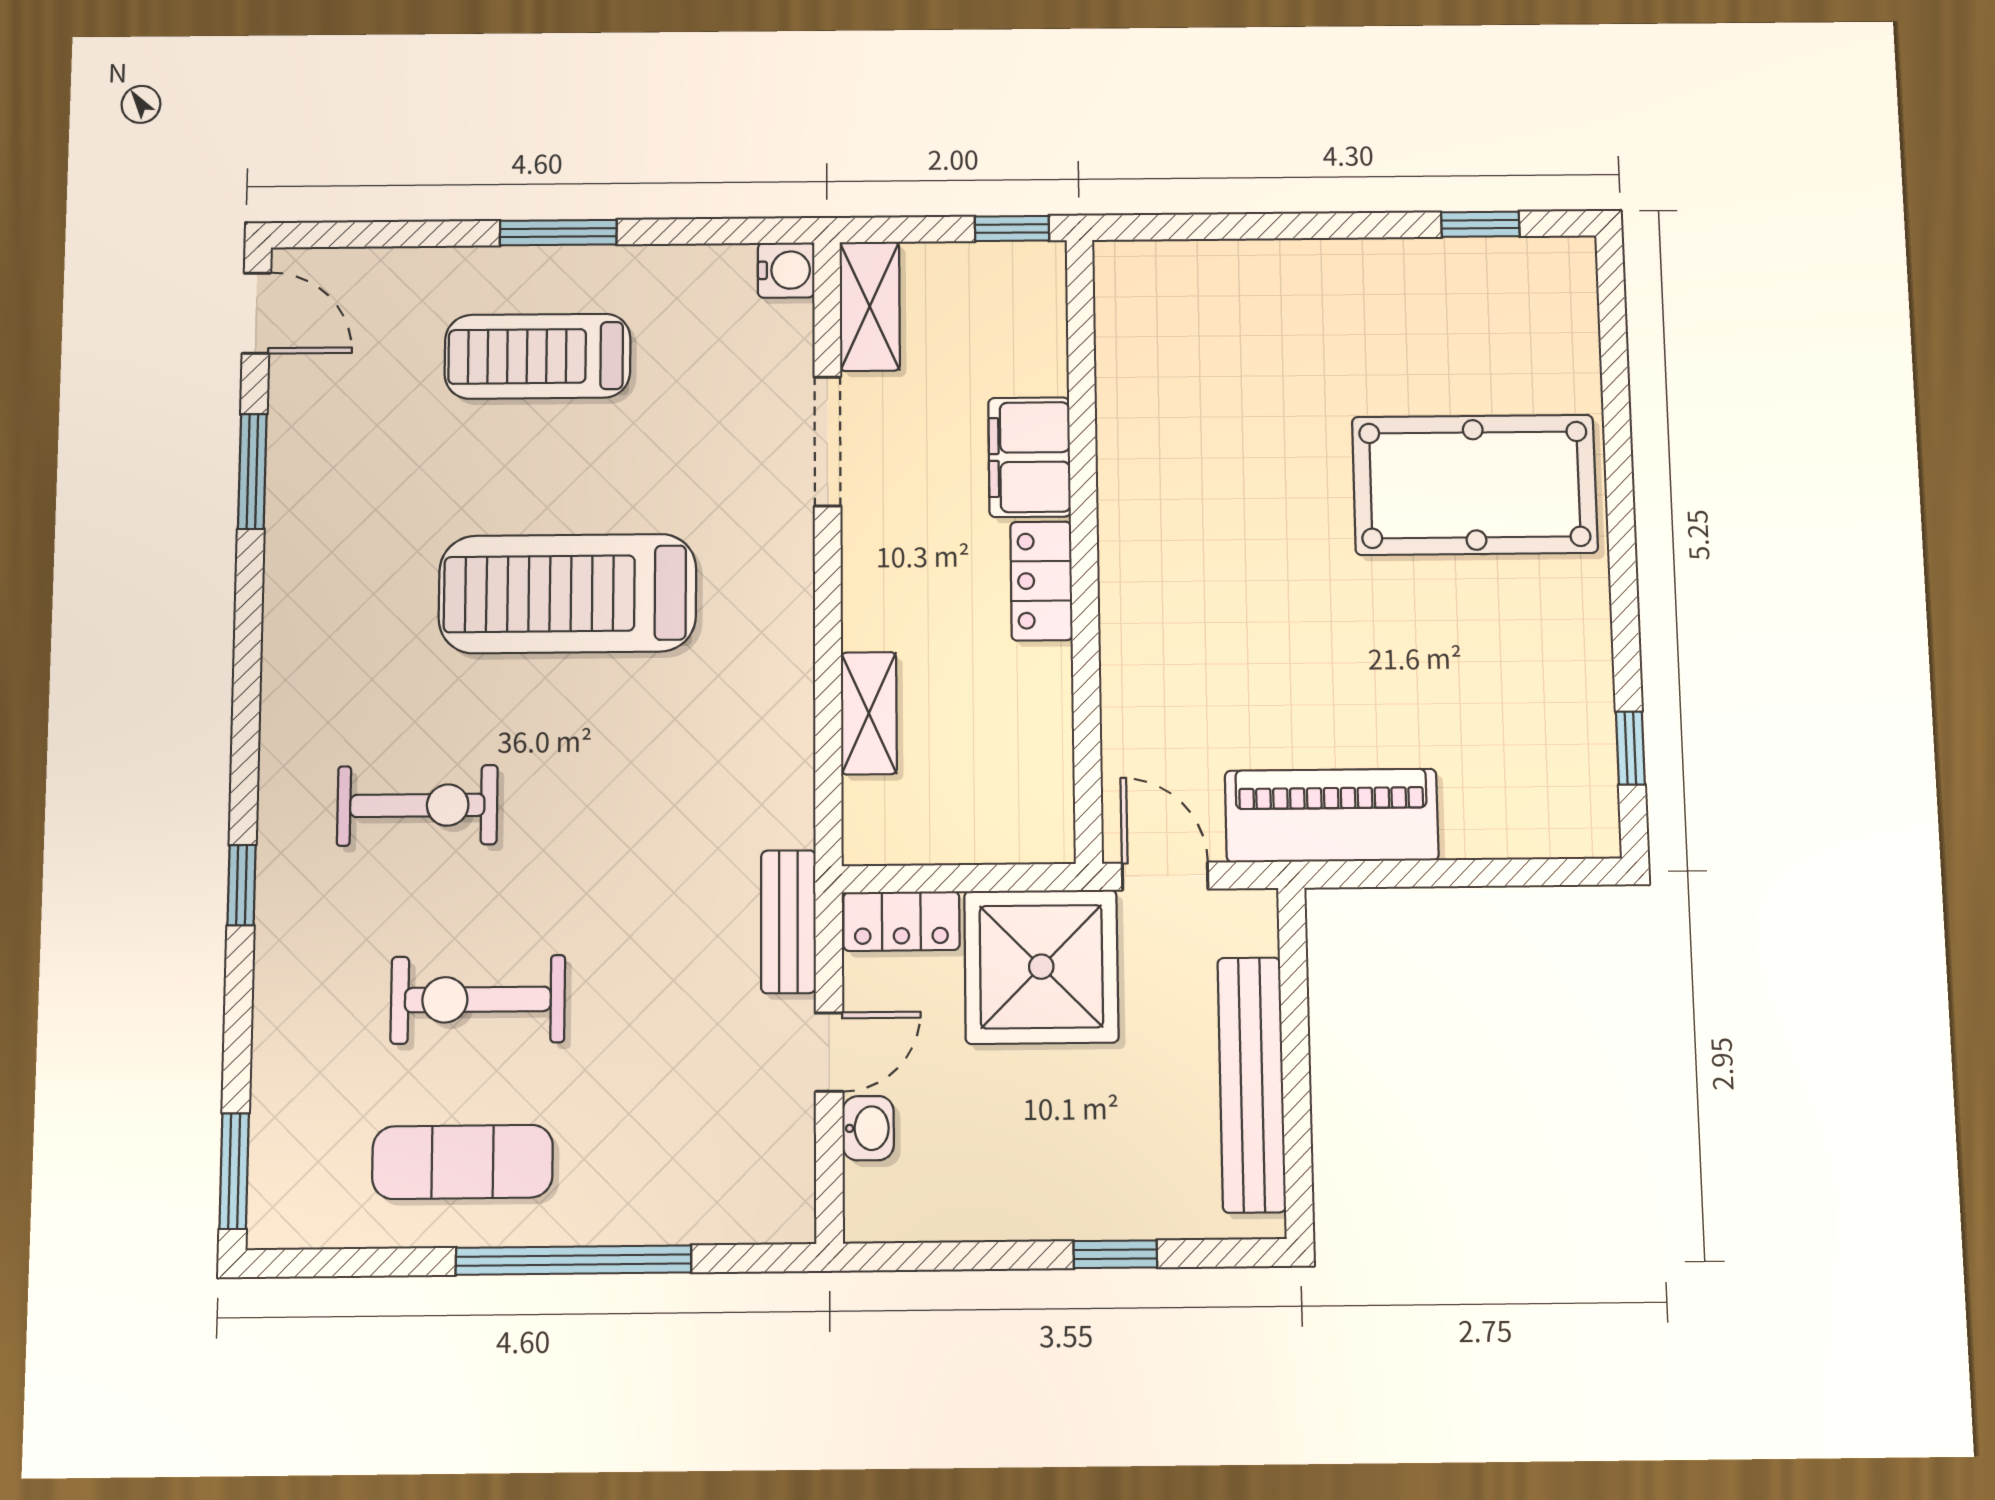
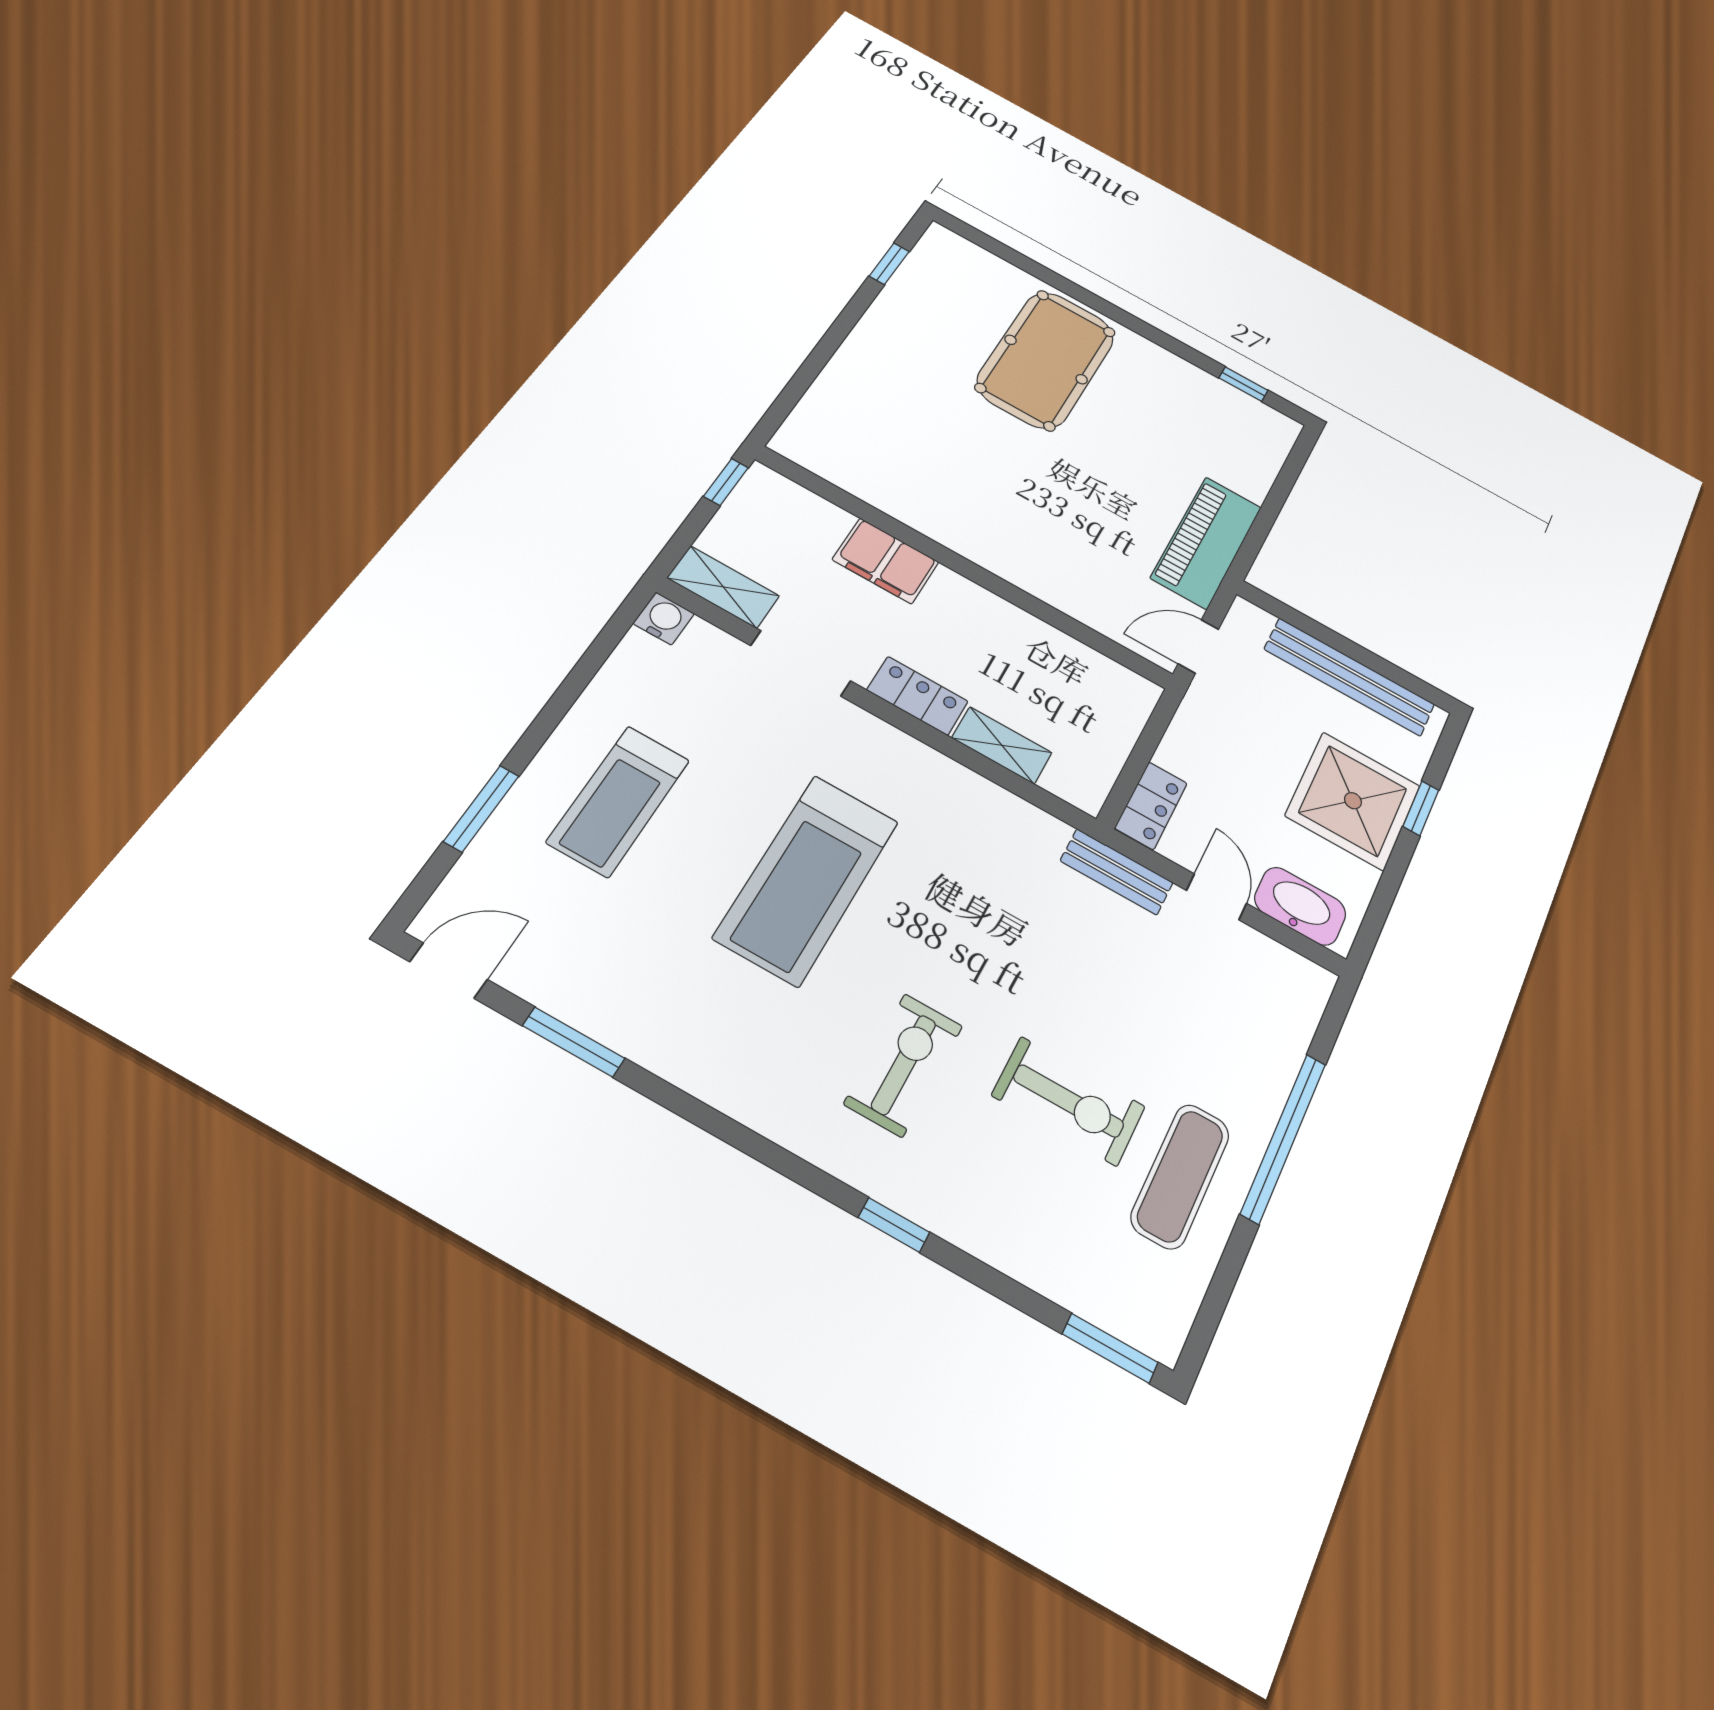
window: (558, 233) -> (481, 809), moved
locker: (1041, 581) -> (917, 696), moved, turned 180
shower: (1041, 967) -> (1353, 801), moved
exercise bike: (478, 999) -> (1069, 1101), turned -90
washbasin: (868, 1128) -> (1300, 906), width x1.91, depth x1.45

